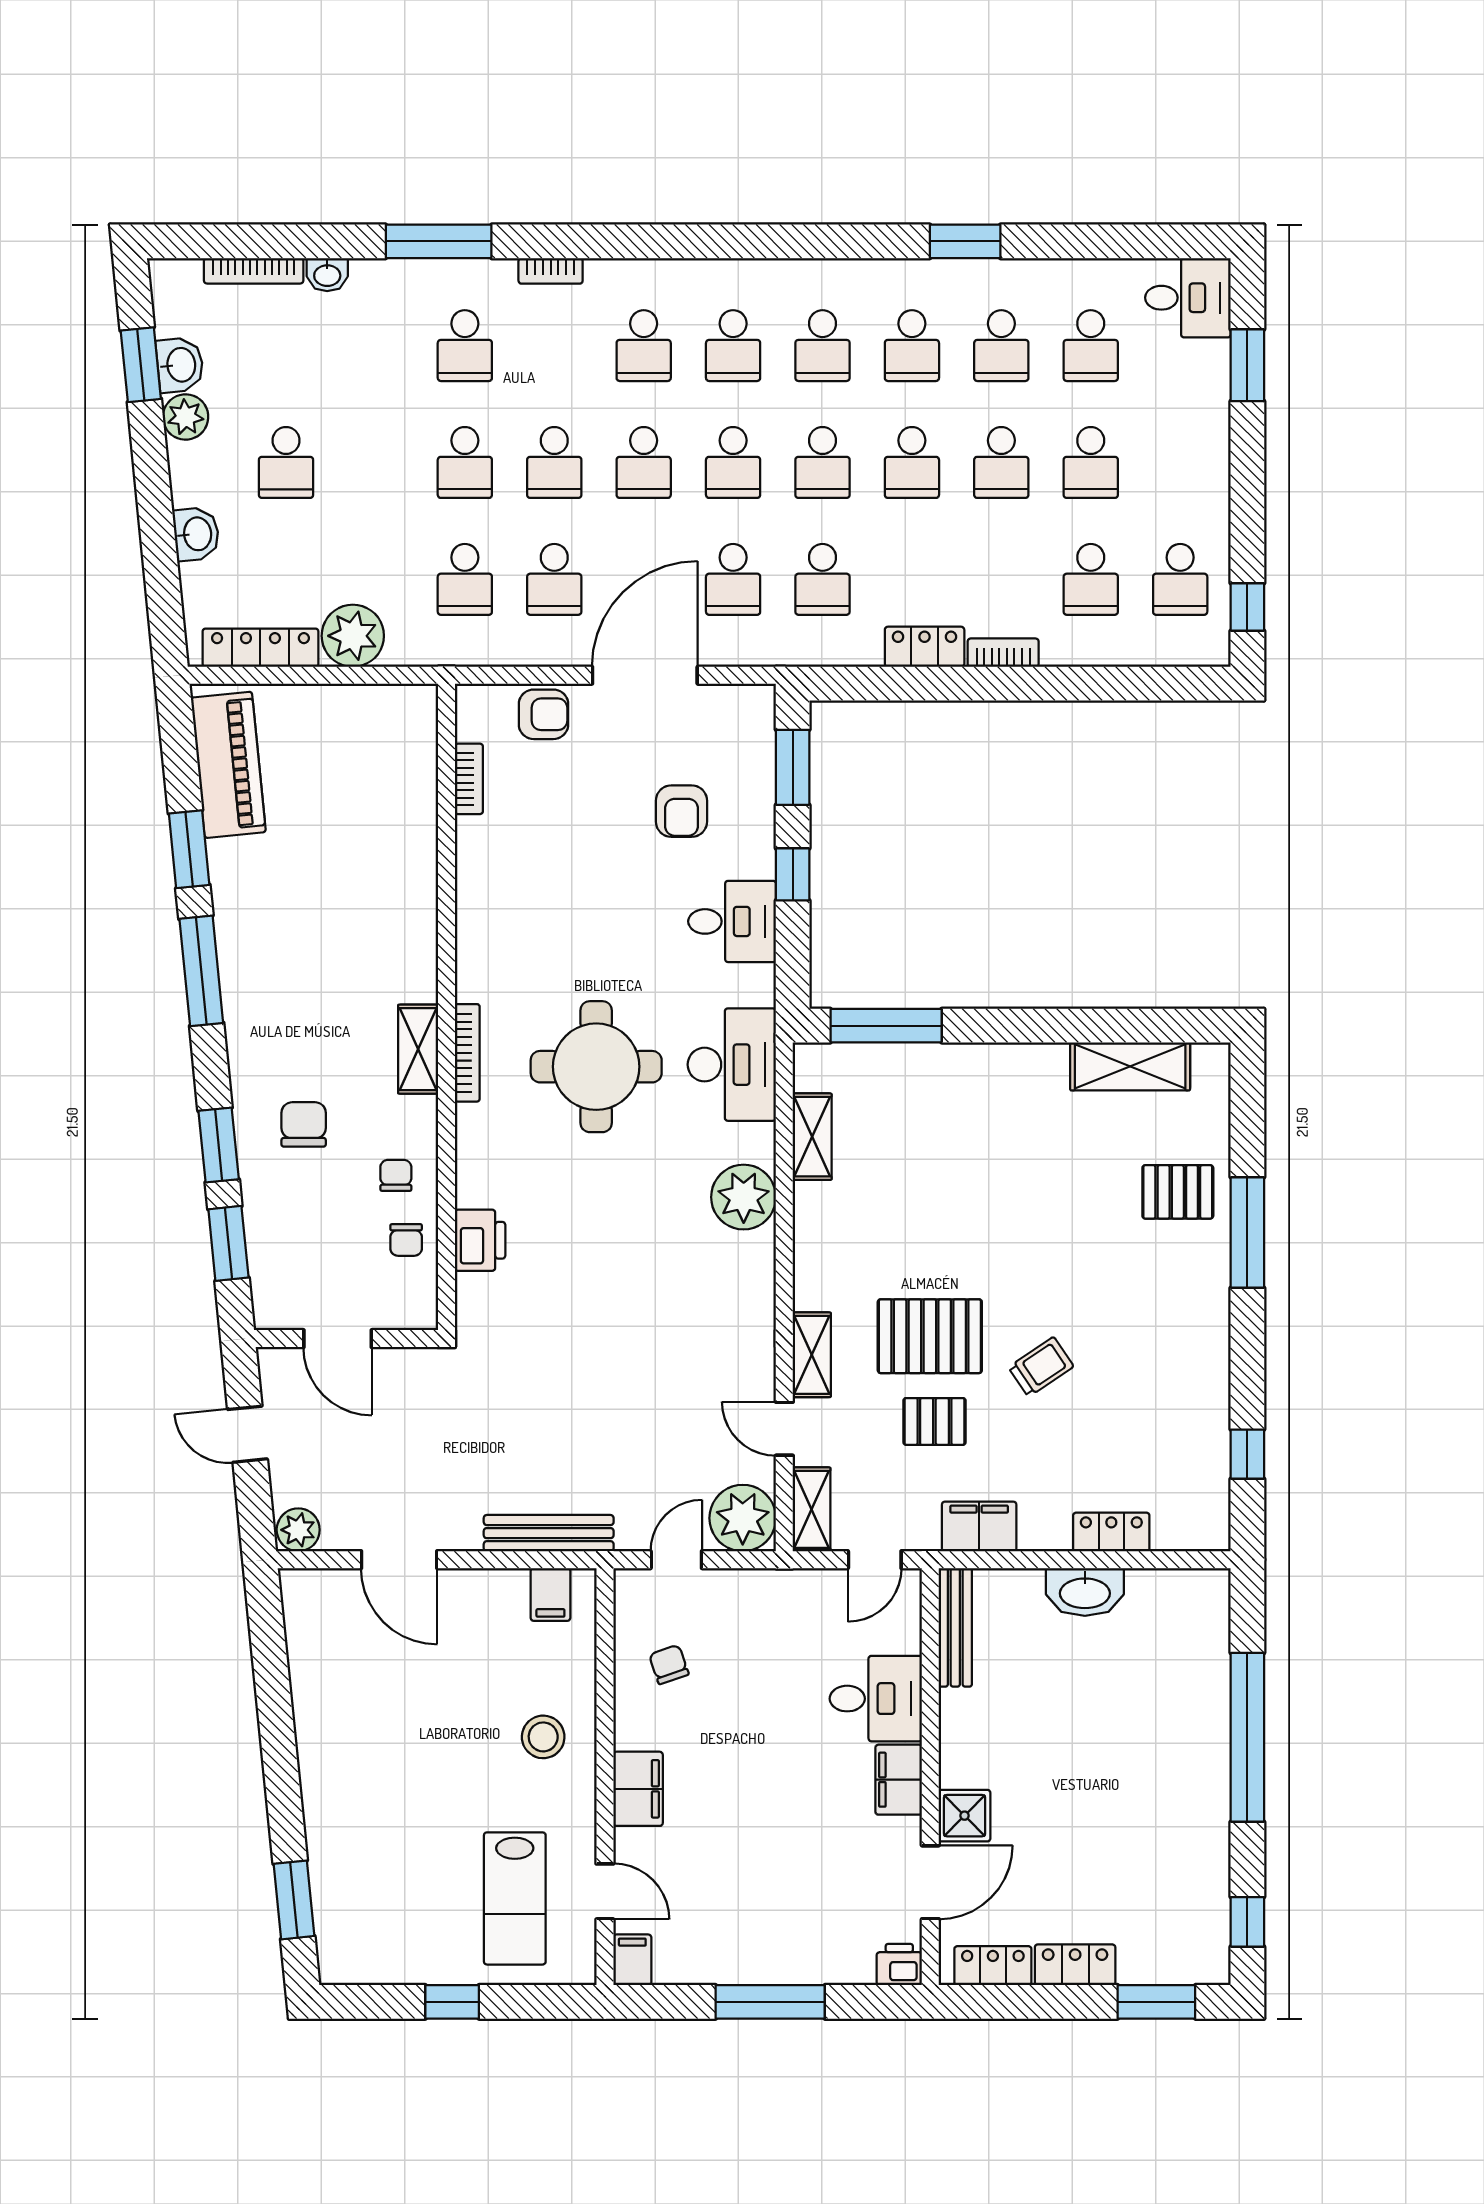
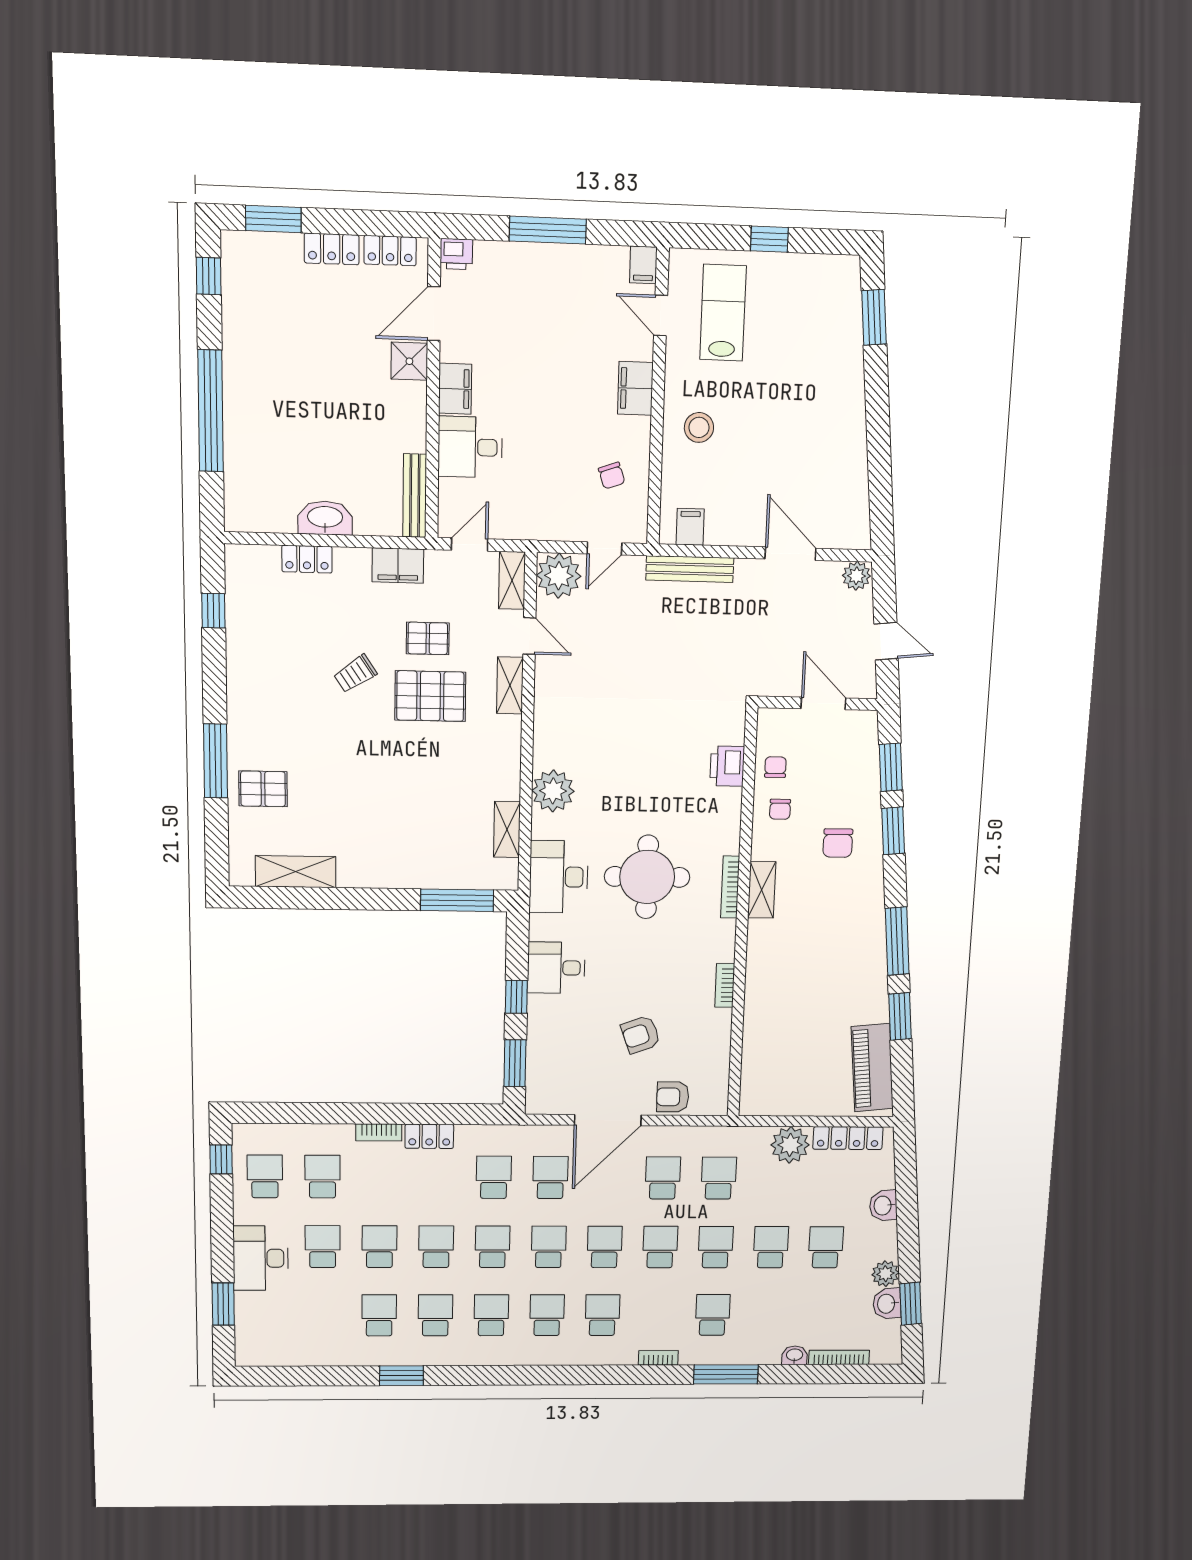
desk: (1188, 298) -> (261, 1258), moved, width x1.37
school desk: (1091, 346) -> (771, 1247), moved
bookcase: (469, 779) -> (725, 985), moved
armchair: (681, 811) -> (641, 1035), moved, turned -110

